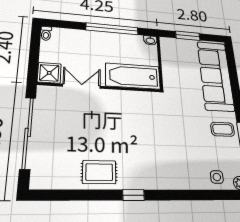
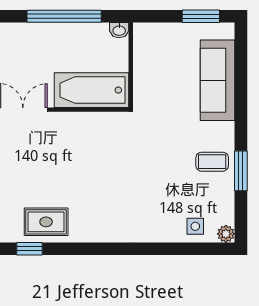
window: (188, 36) -> (201, 16), moved
sofa: (216, 76) -> (217, 80), width x0.74, depth x0.79
window: (134, 195) -> (29, 249), moved

